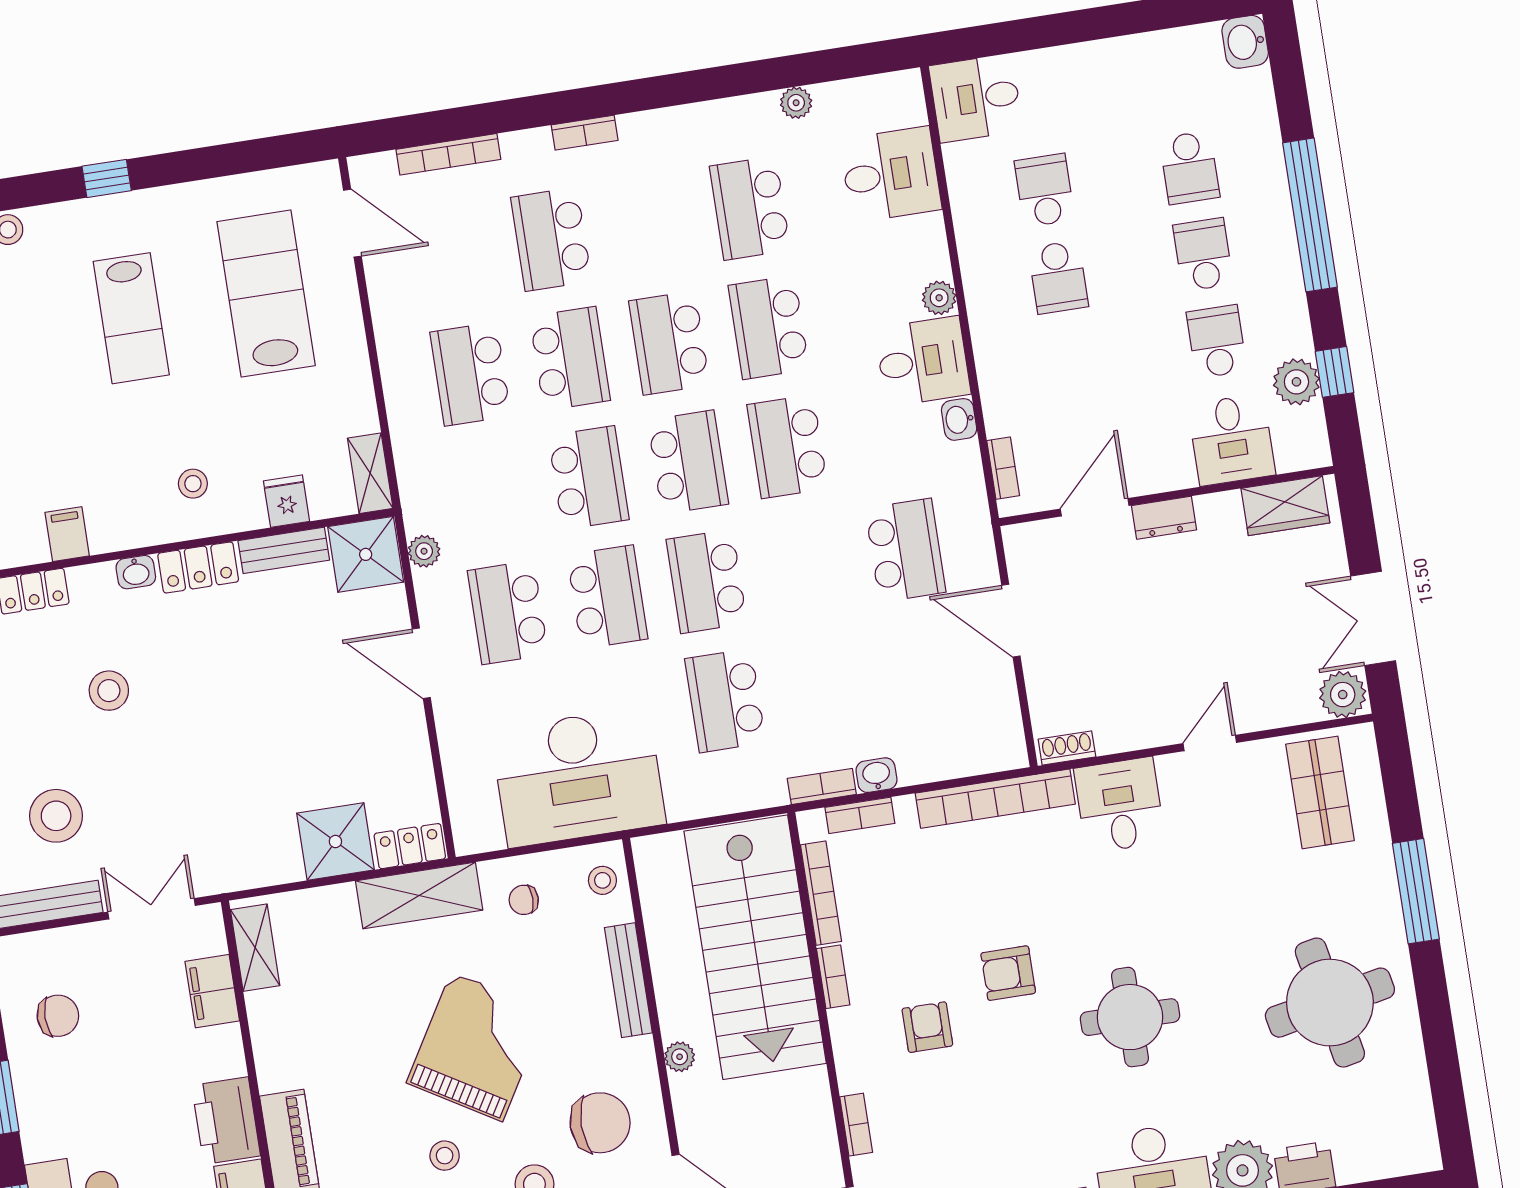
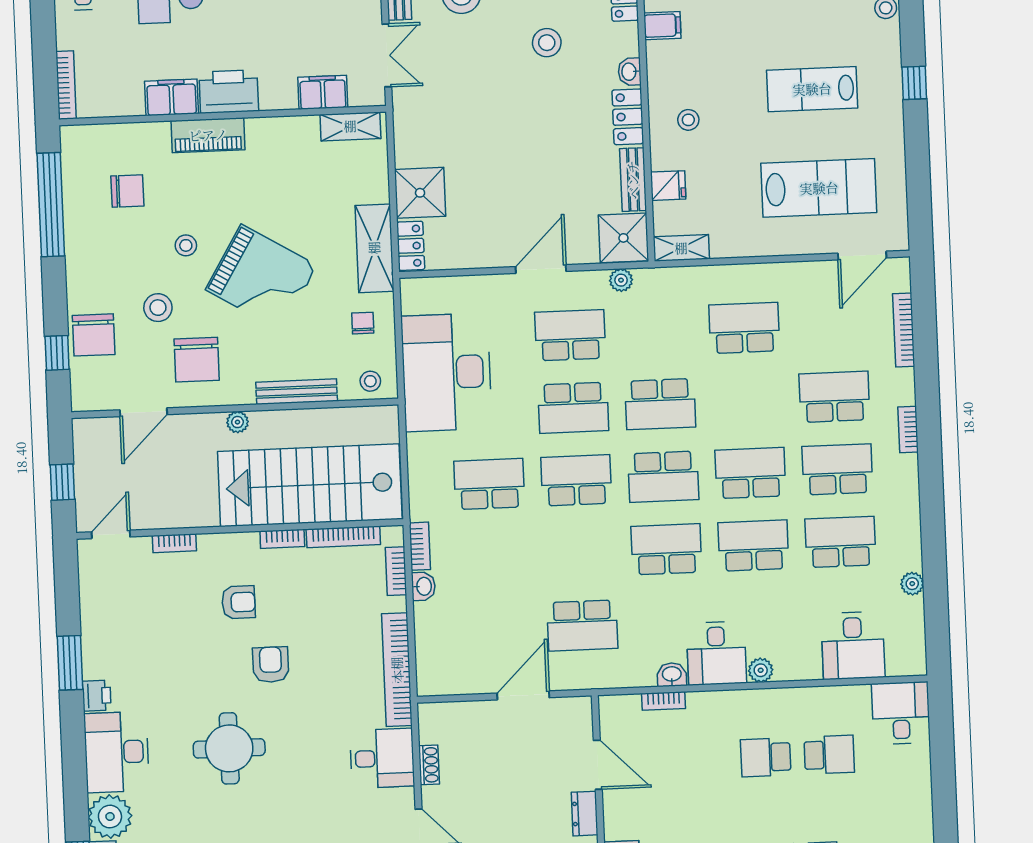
school desk: (570, 358) -> (837, 469), moved, turned 180
bookcase: (1003, 468) -> (664, 701), moved
shoe rack: (1067, 748) -> (429, 765), moved

